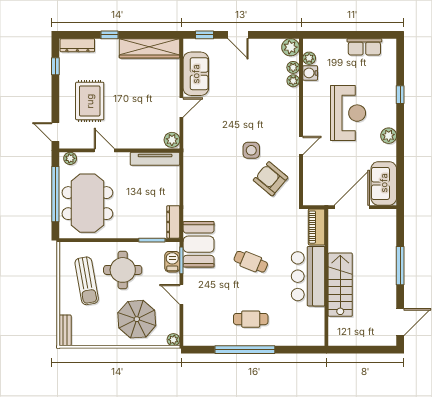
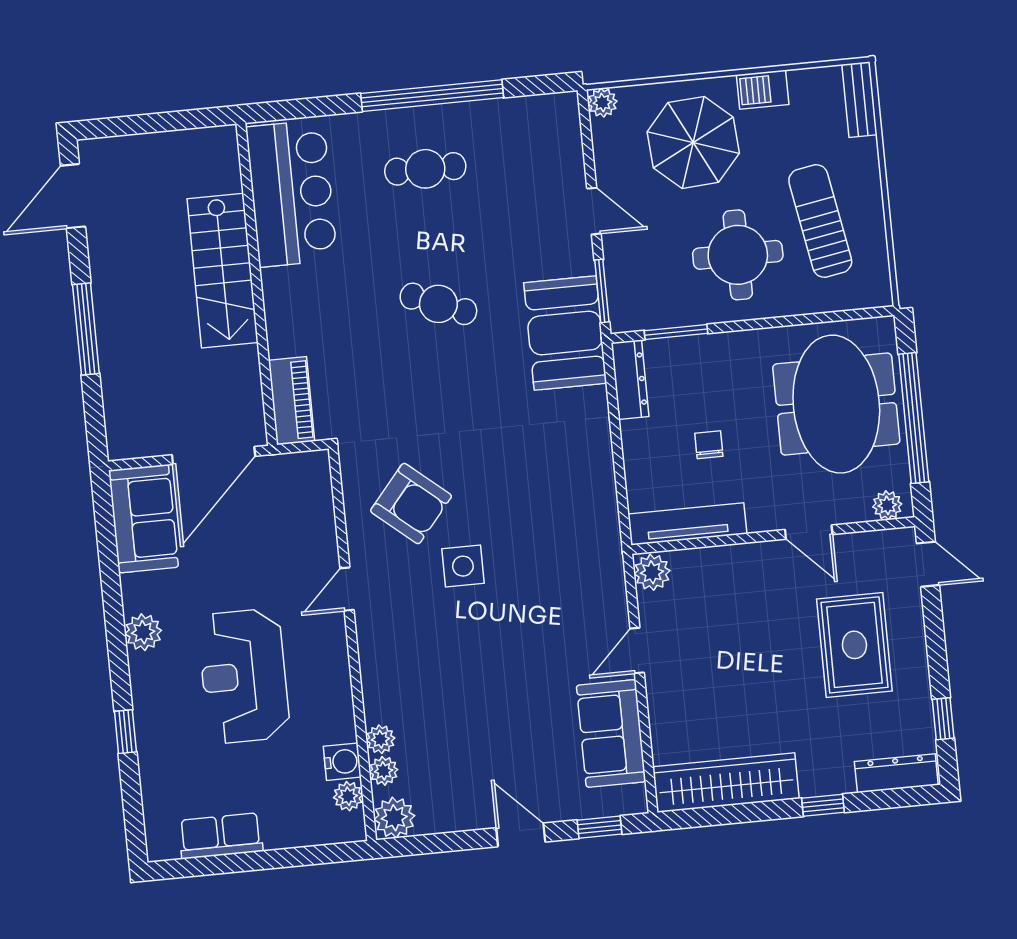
chair: (143, 191) -> (709, 445), added
barbecue: (172, 262) -> (763, 90), moved, turned 90
bar counter: (308, 276) -> (291, 193), moved

